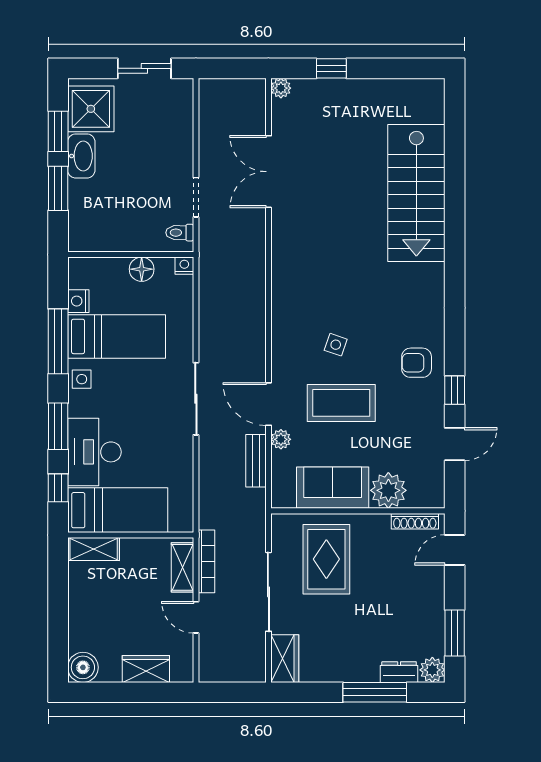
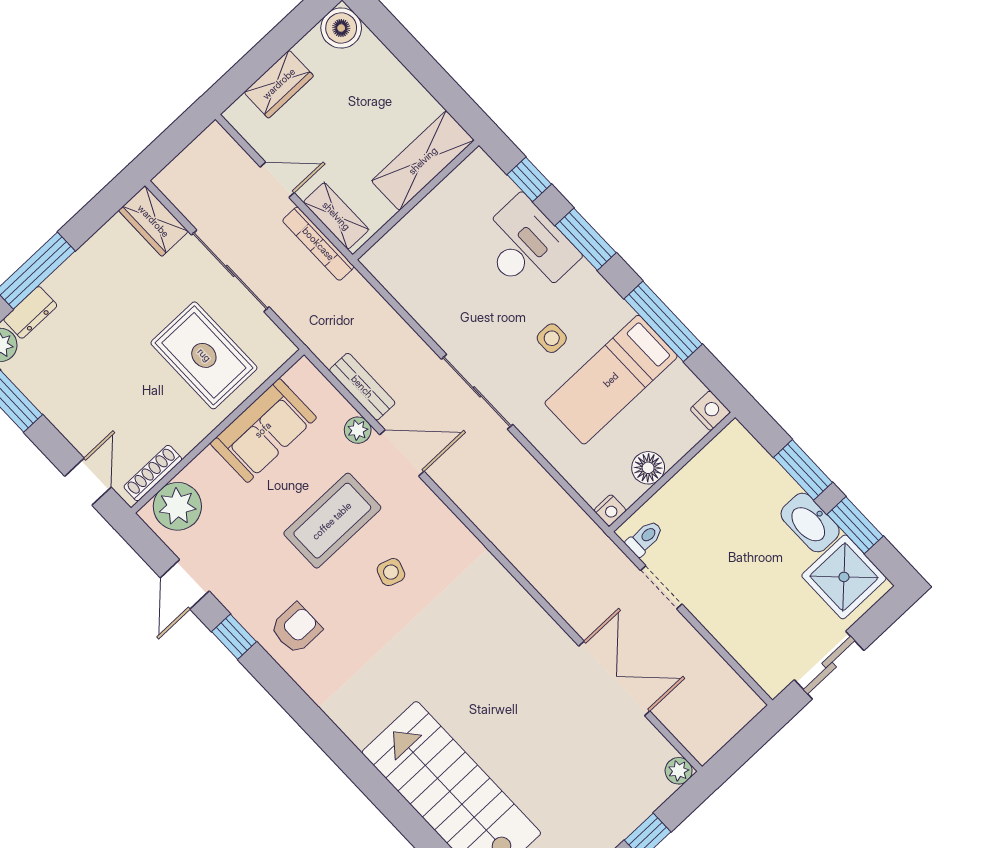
nightstand: (78, 301) -> (710, 411), moved
side table: (82, 379) -> (552, 338), moved
plant: (388, 490) -> (177, 506), moved
bed: (118, 510) -> (451, 212), removed
shelving: (94, 549) -> (423, 161), width x1.50, depth x1.33

